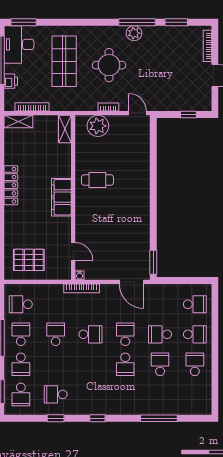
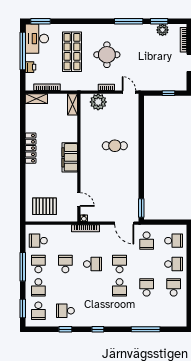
plant: (134, 33) -> (163, 30), moved
cafe table: (97, 180) -> (115, 146), moved
school desk: (160, 334) -> (147, 241), moved, turned -90

